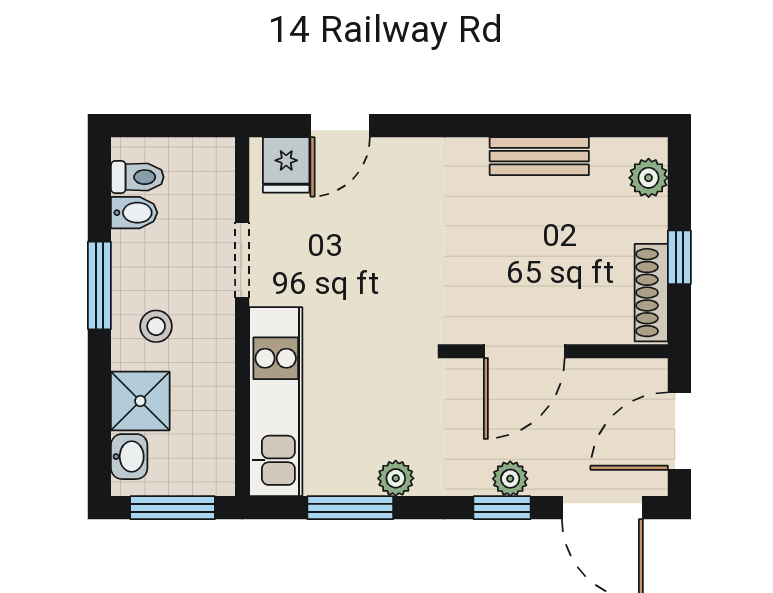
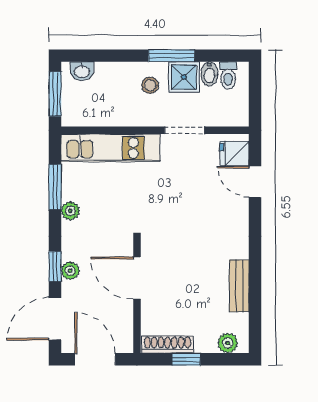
shower: (140, 401) -> (184, 77), moved

